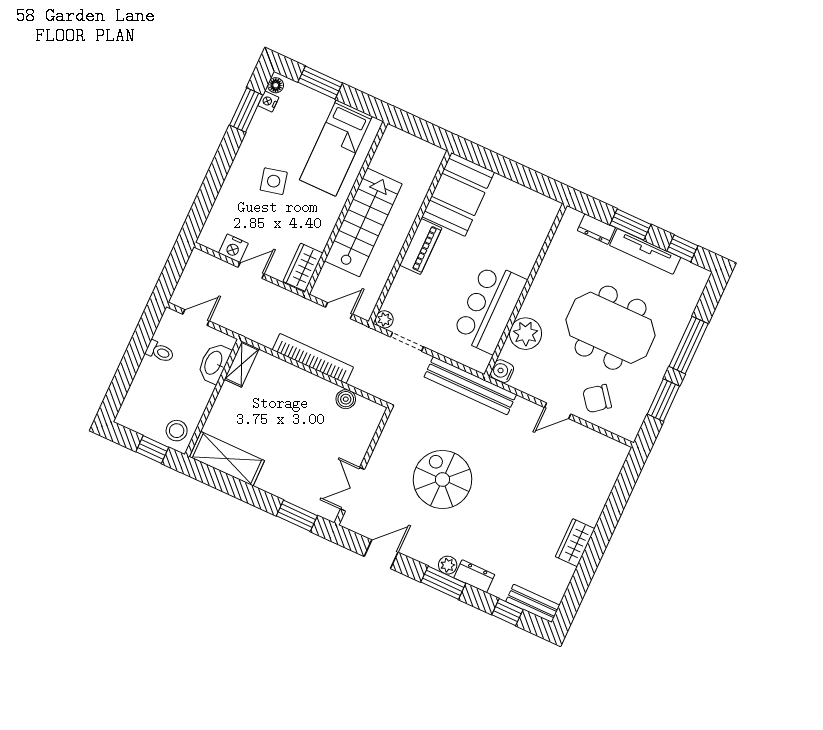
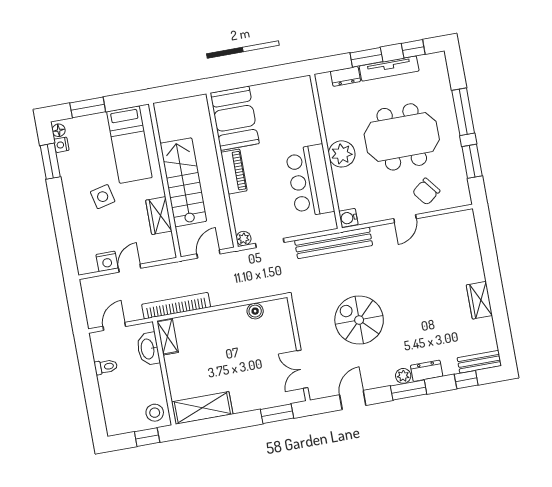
wardrobe: (303, 267) -> (159, 216), moved
plant: (526, 334) -> (342, 154), moved
bookcase: (313, 359) -> (176, 306), moved

